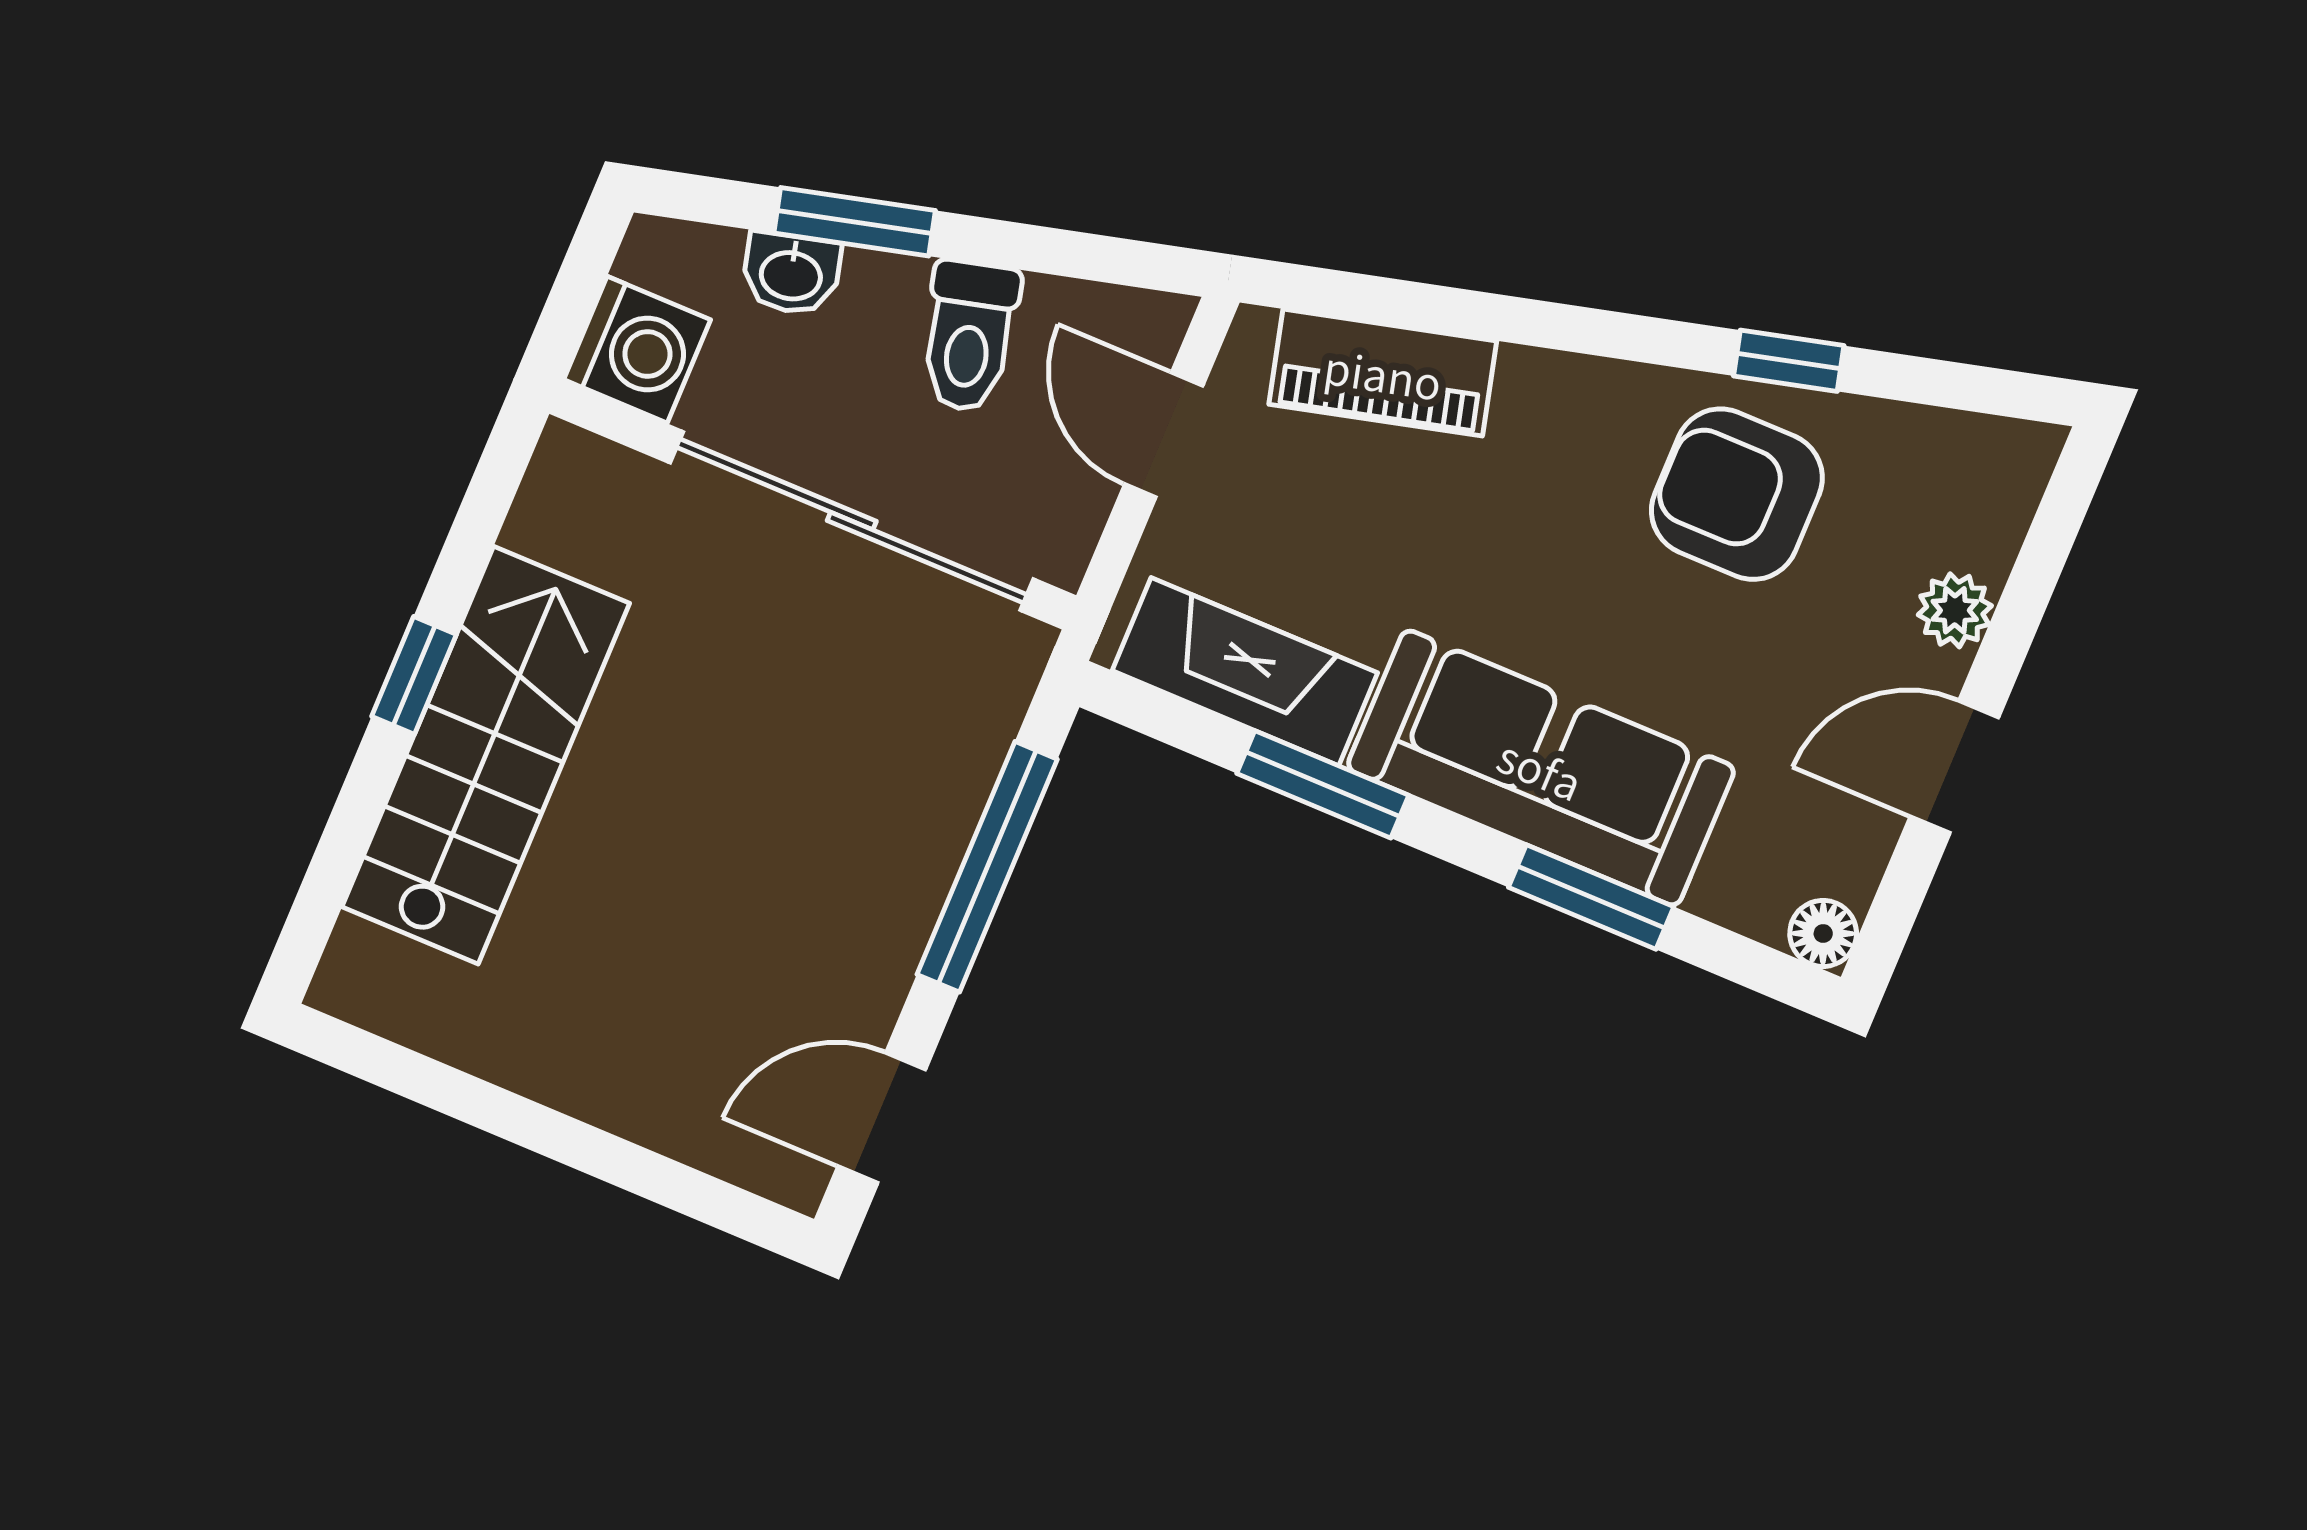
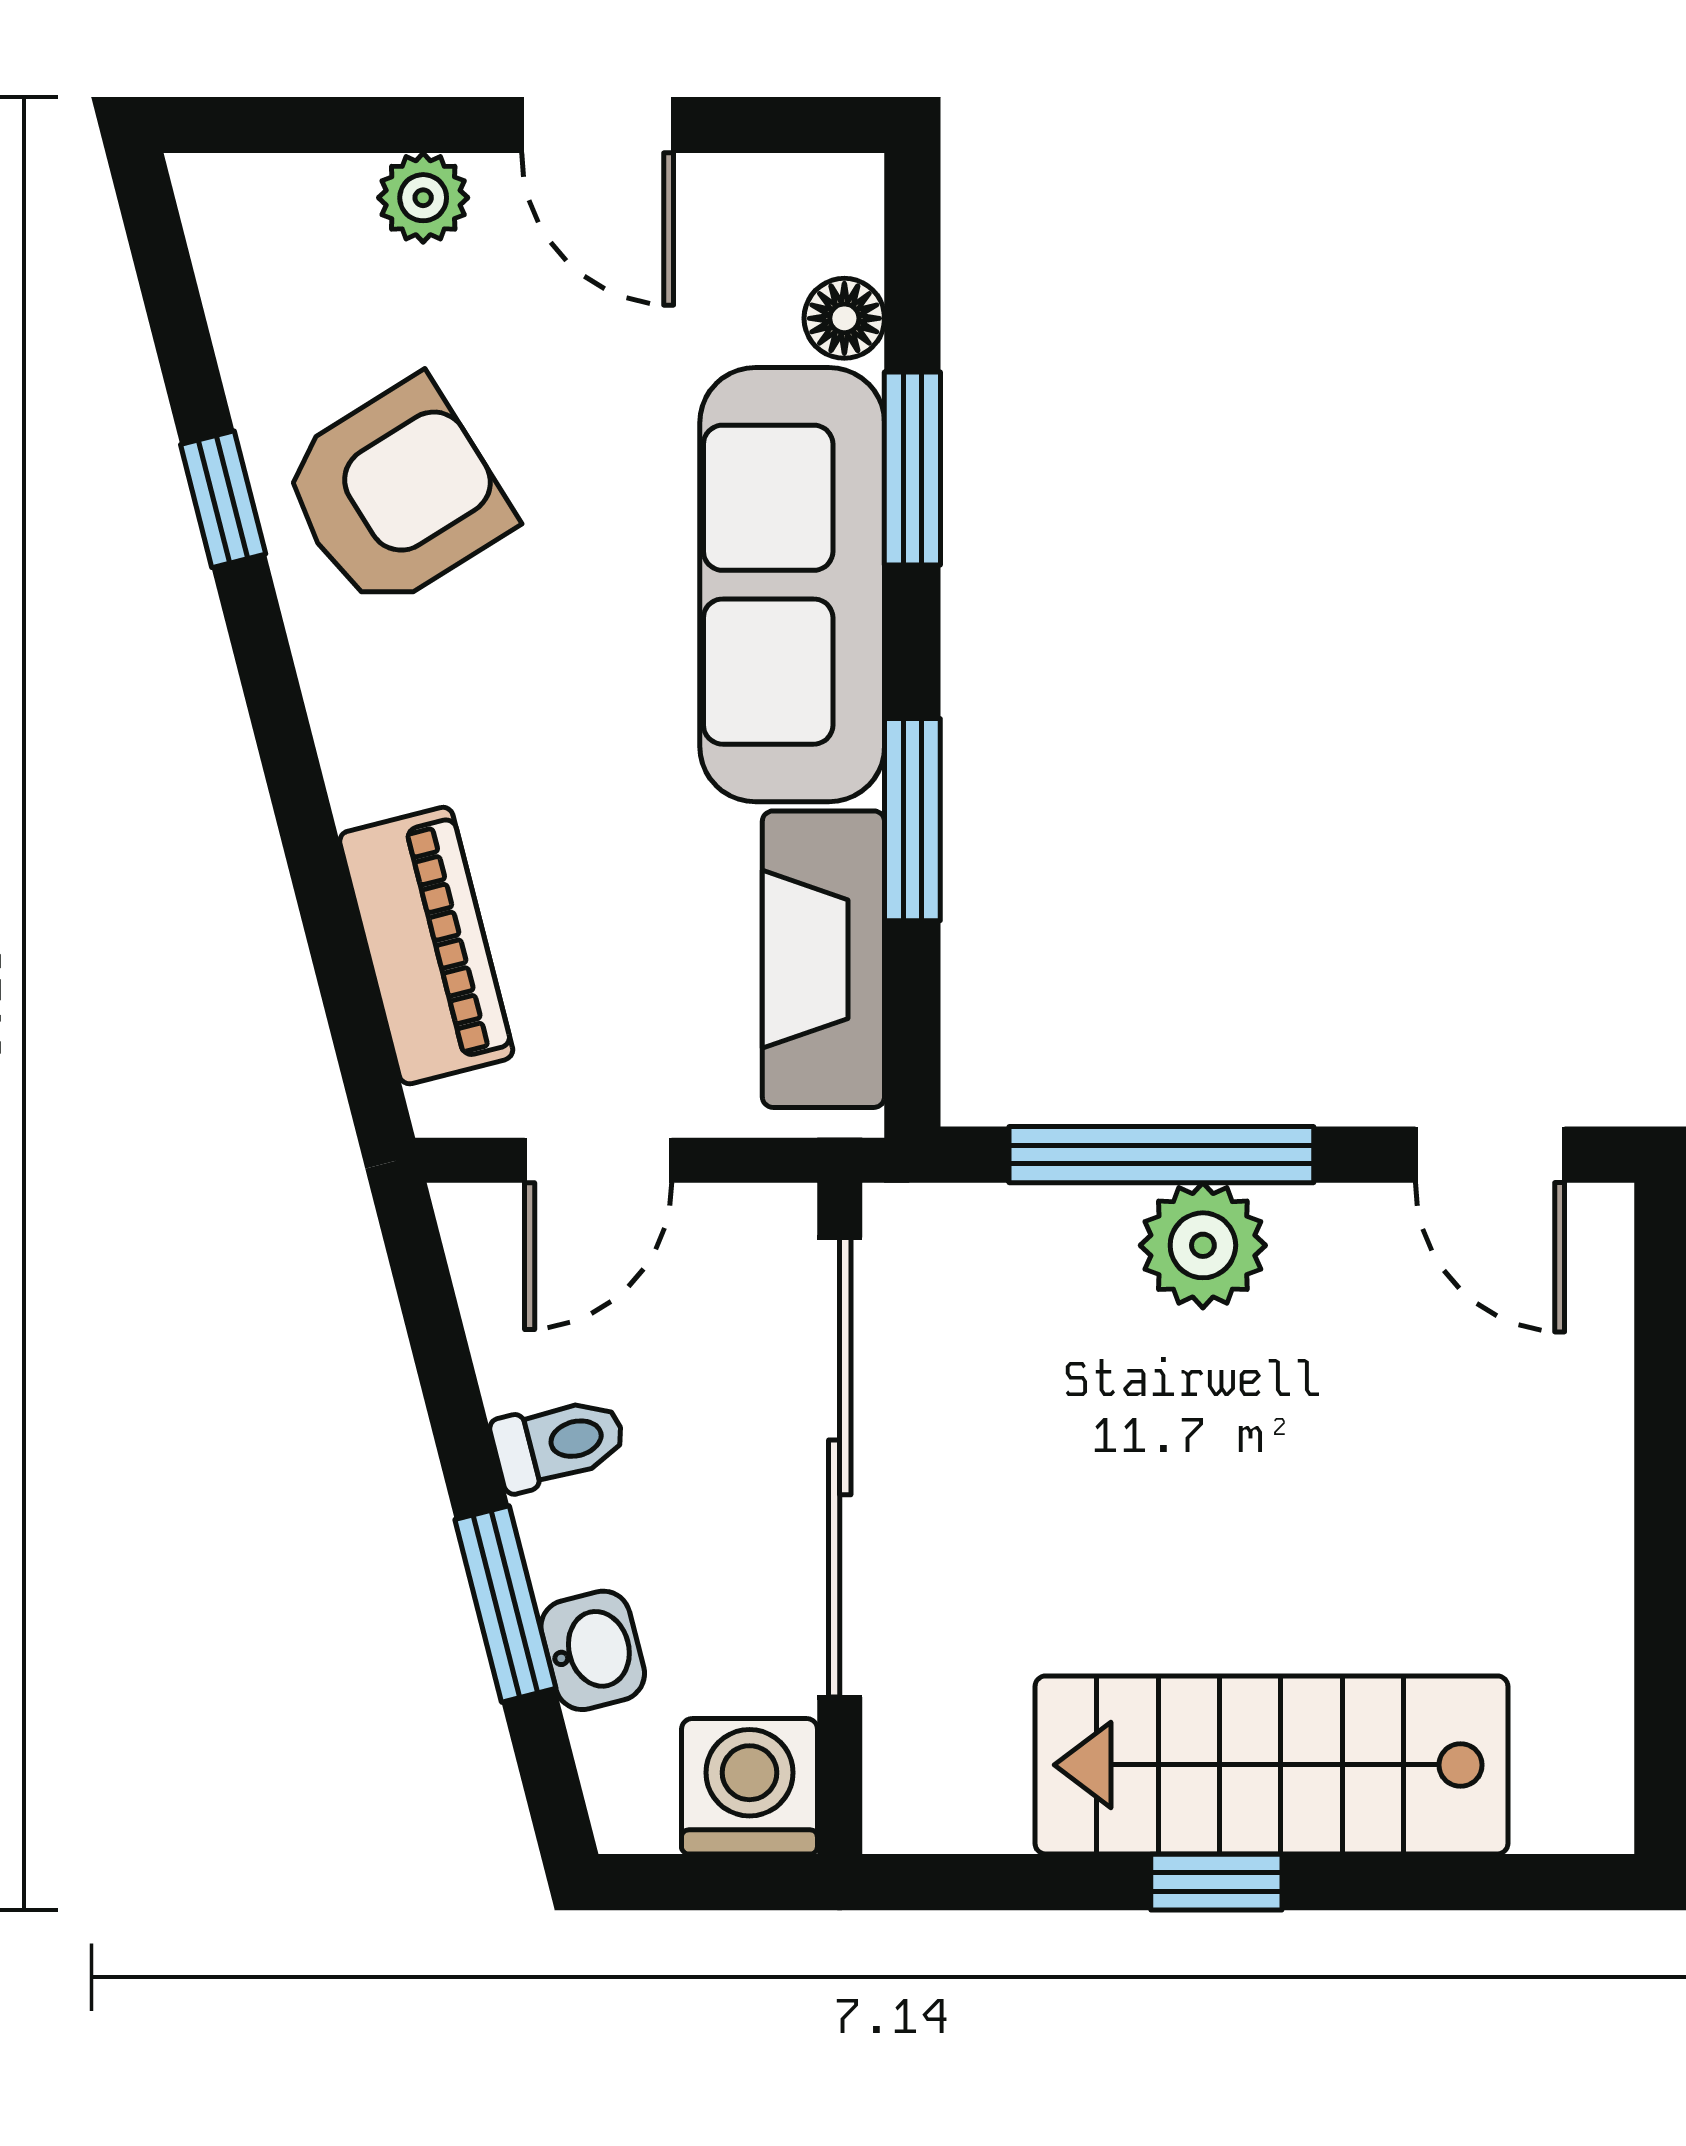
toilet: (969, 336) -> (559, 1443), width x0.73, depth x0.72
armchair: (1737, 494) -> (396, 495), turned -122
plant: (905, 869) -> (1203, 1245), added
floor lamp: (1823, 933) -> (844, 318), moved

